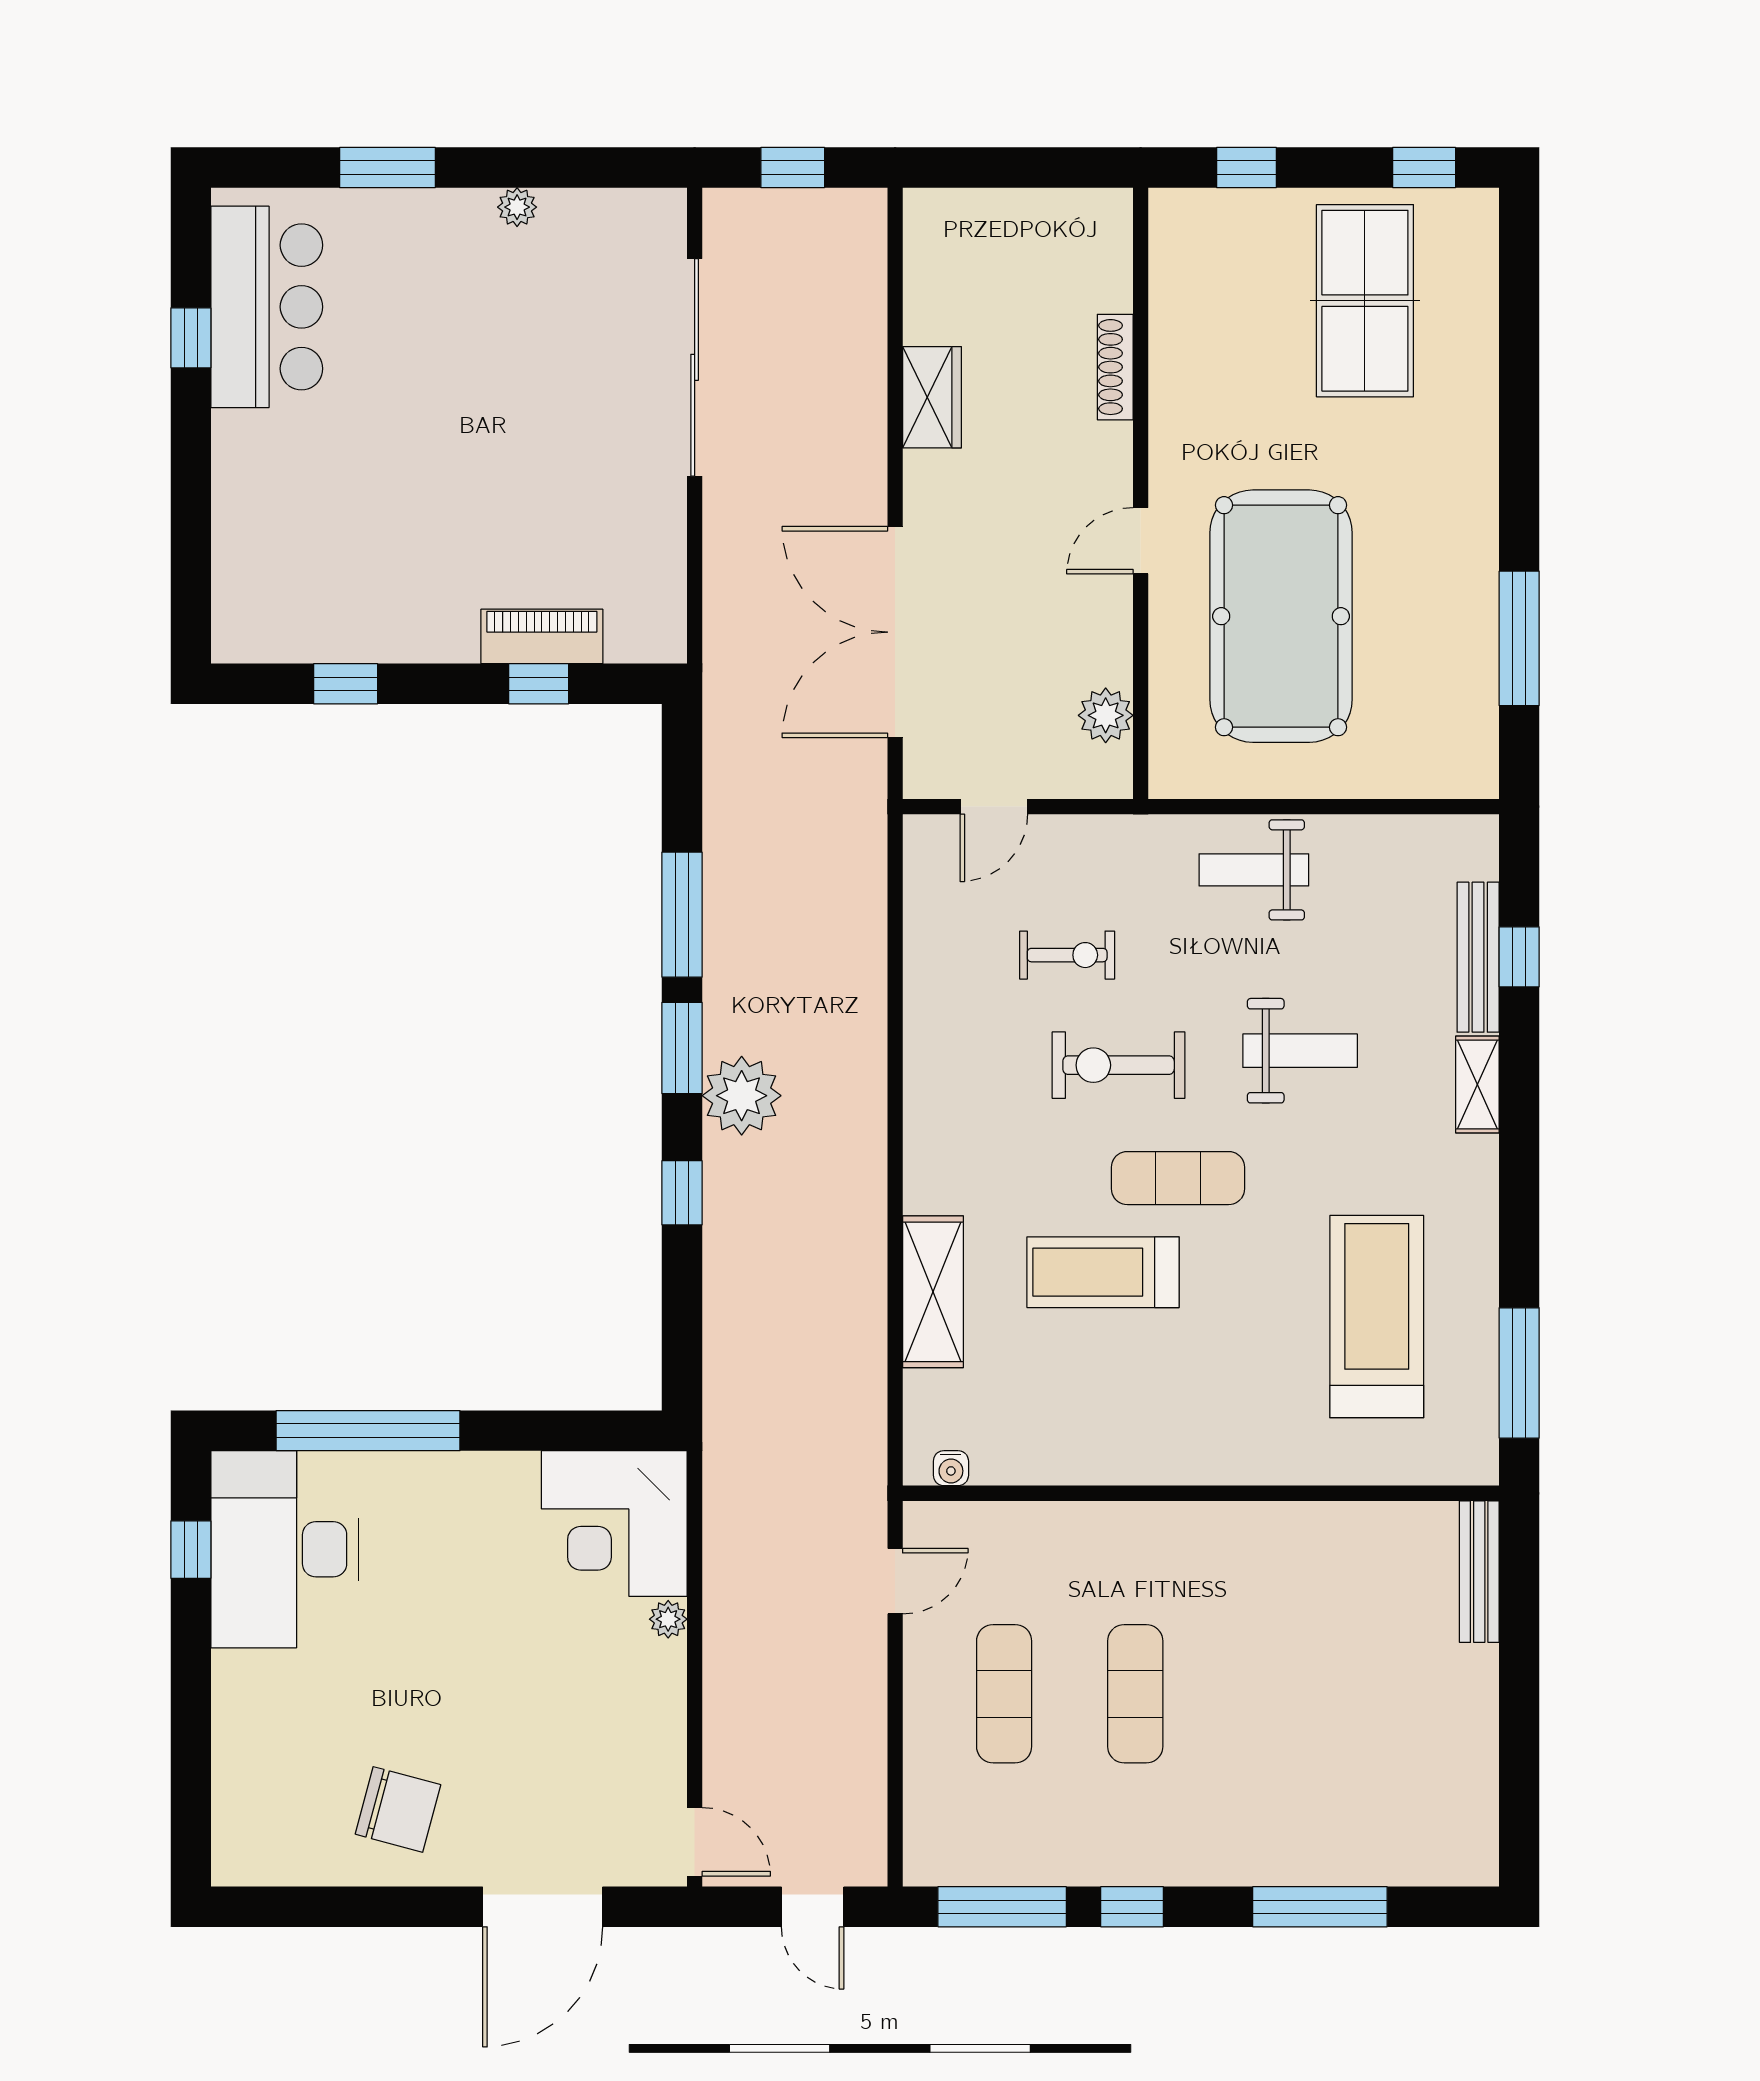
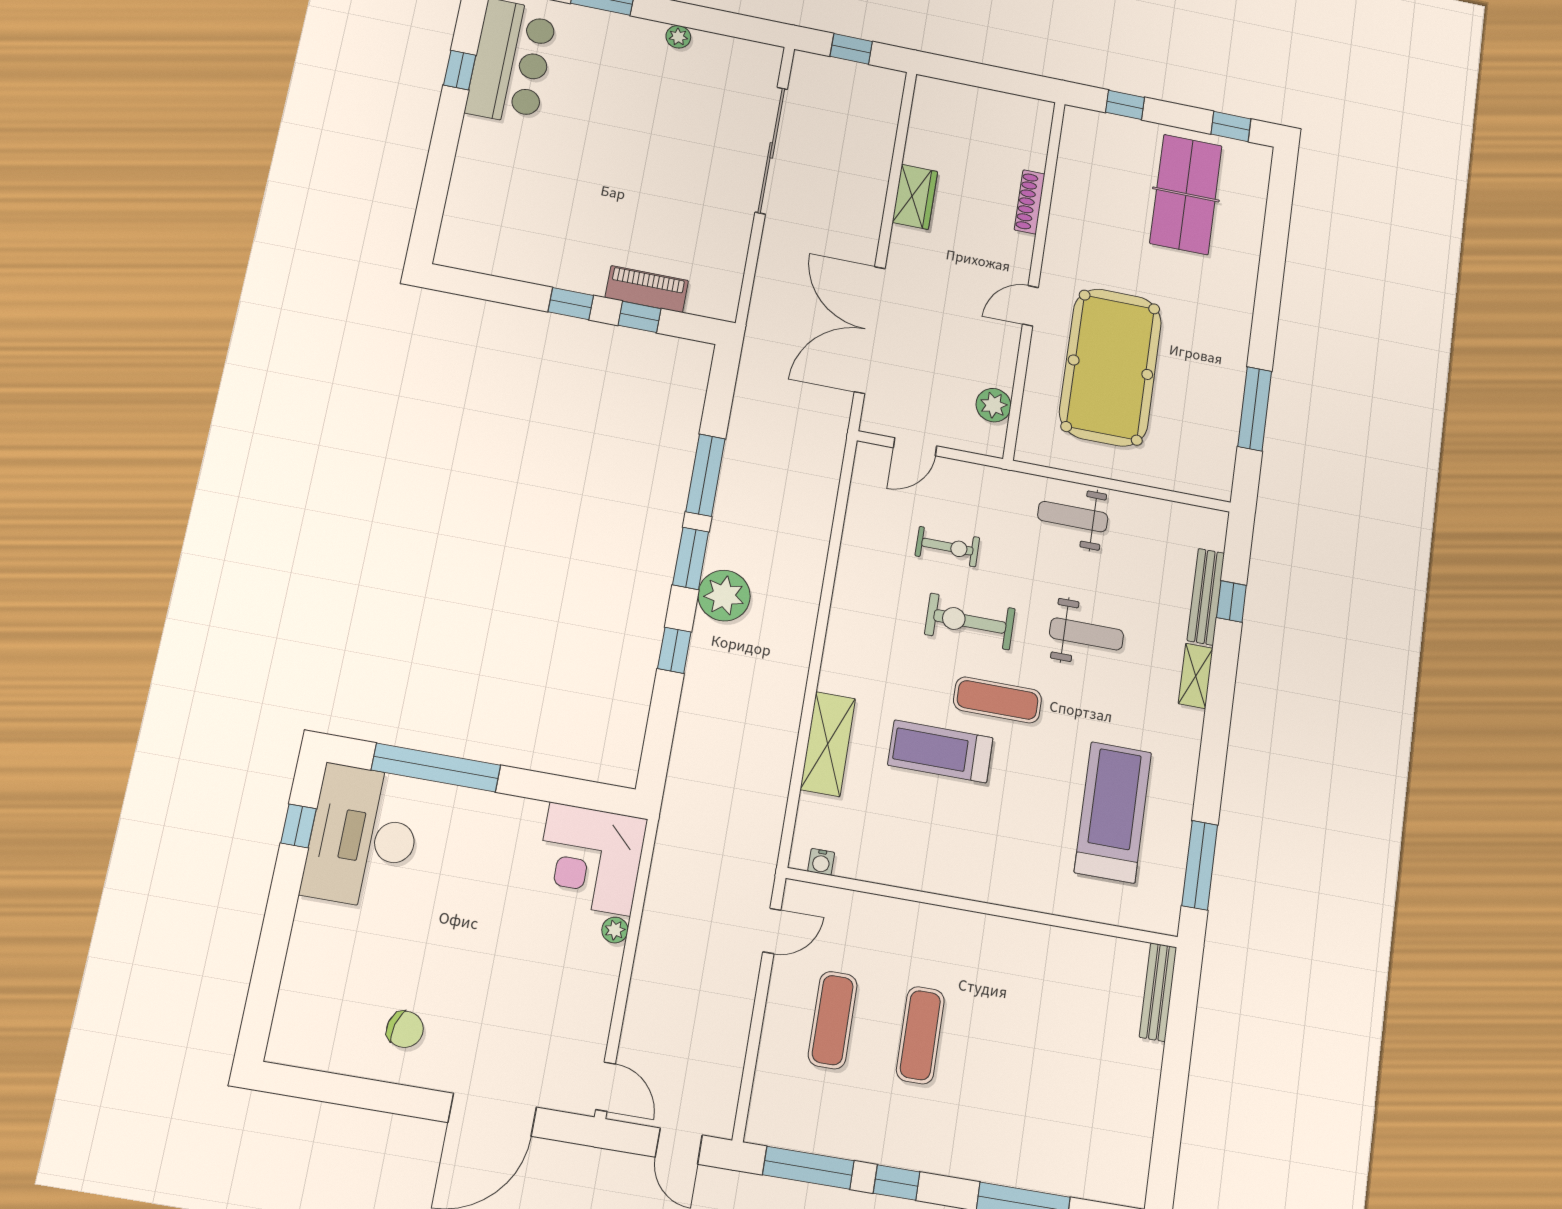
window: (346, 684) -> (571, 304), moved
chair: (398, 1809) -> (405, 1029), width x0.73, depth x0.73

